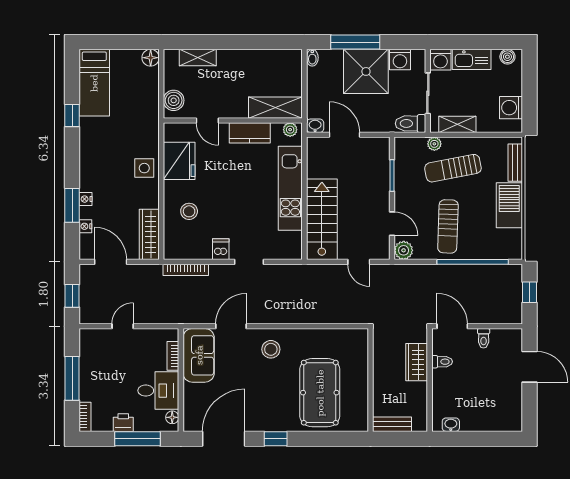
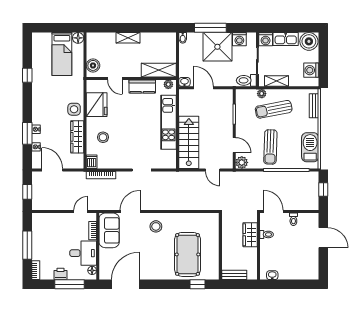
boiler: (507, 57) -> (309, 41), width x1.86, depth x1.86
shelving: (198, 58) -> (128, 38), moved
bed: (94, 83) -> (62, 54), moved
barbecue: (509, 205) -> (310, 147), moved
wardrobe: (149, 234) -> (77, 137), moved
dishwasher: (221, 249) -> (92, 162), moved
door: (123, 326) -> (81, 212), moved
window: (276, 439) -> (197, 284), moved

